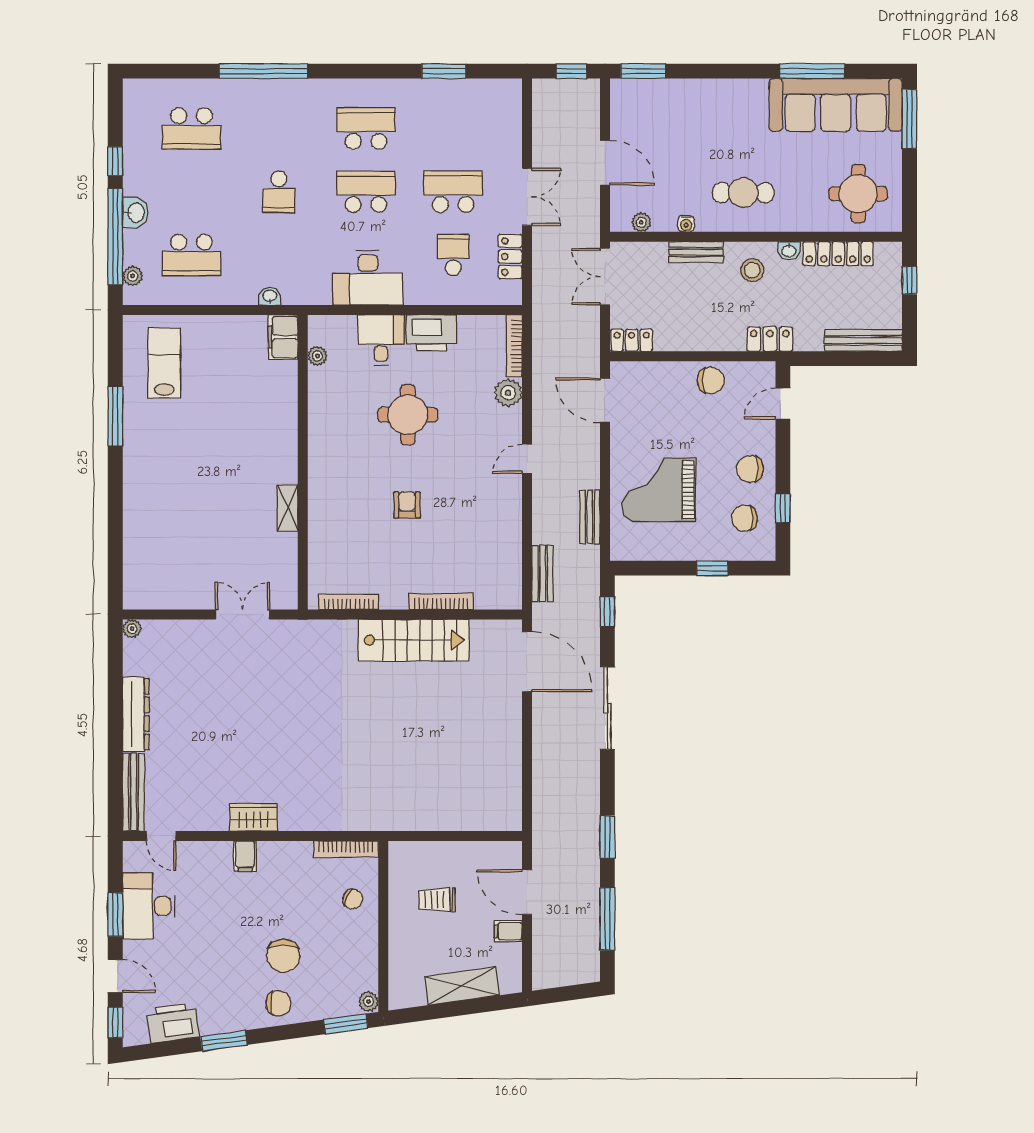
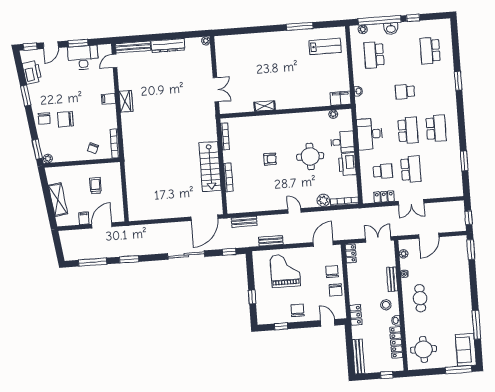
window: (263, 71) -> (458, 81), width x0.47
sofa: (836, 105) -> (466, 350), width x0.54, depth x0.79
chair: (745, 518) -> (332, 272), moved

